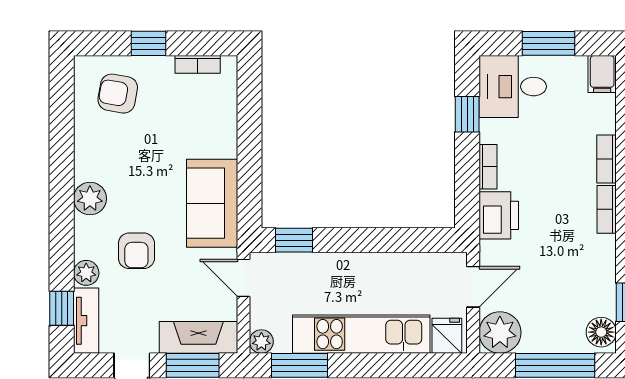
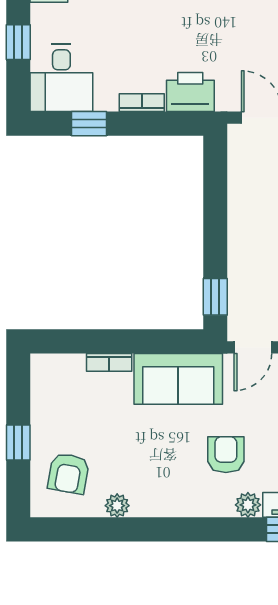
window: (549, 43) -> (18, 42), width x0.67
bookcase: (198, 64) -> (109, 362), moved, turned 90
plant: (90, 199) -> (117, 506), moved, width x0.73, depth x0.73
armchair: (136, 251) -> (226, 455), turned -90

